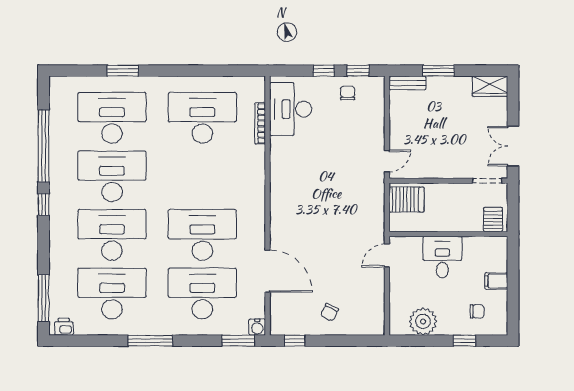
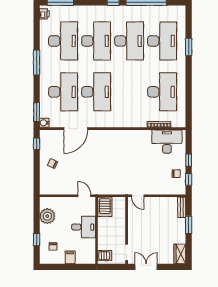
server rack: (407, 199) -> (105, 207), moved

